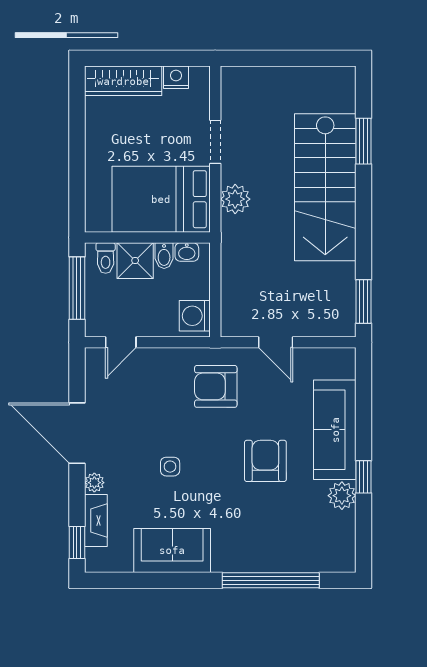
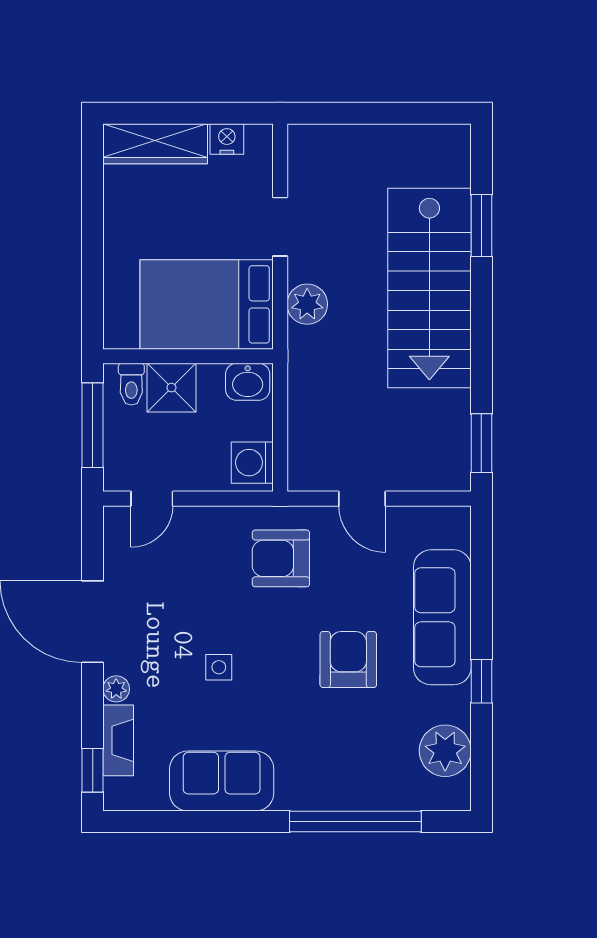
washbasin: (187, 252) -> (248, 382), width x1.38, depth x1.45
bidet: (164, 256) -> (211, 381), removed
plant: (342, 496) -> (445, 751), moved, width x1.36, depth x1.36

